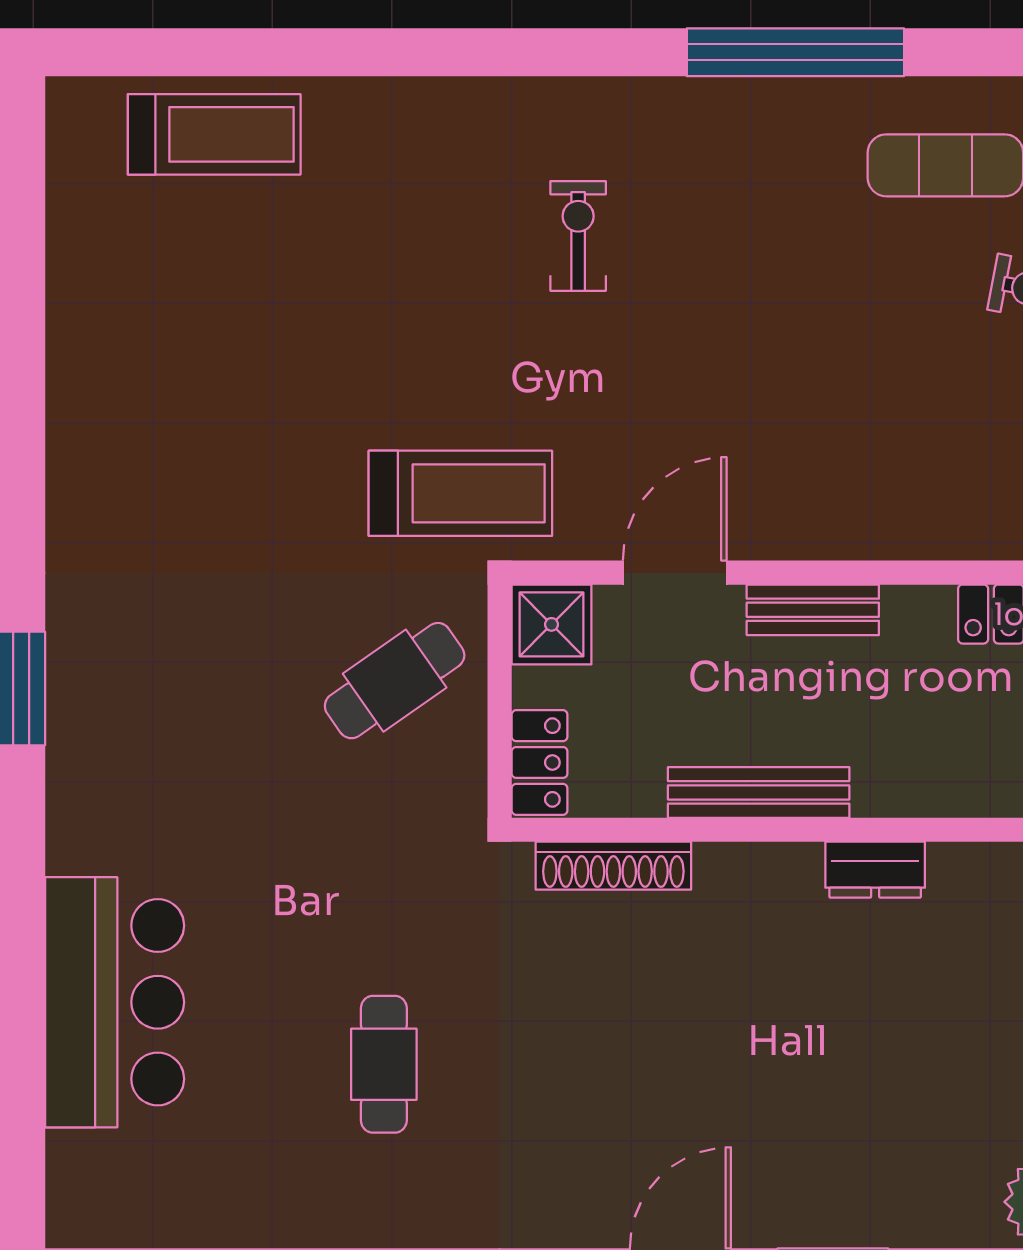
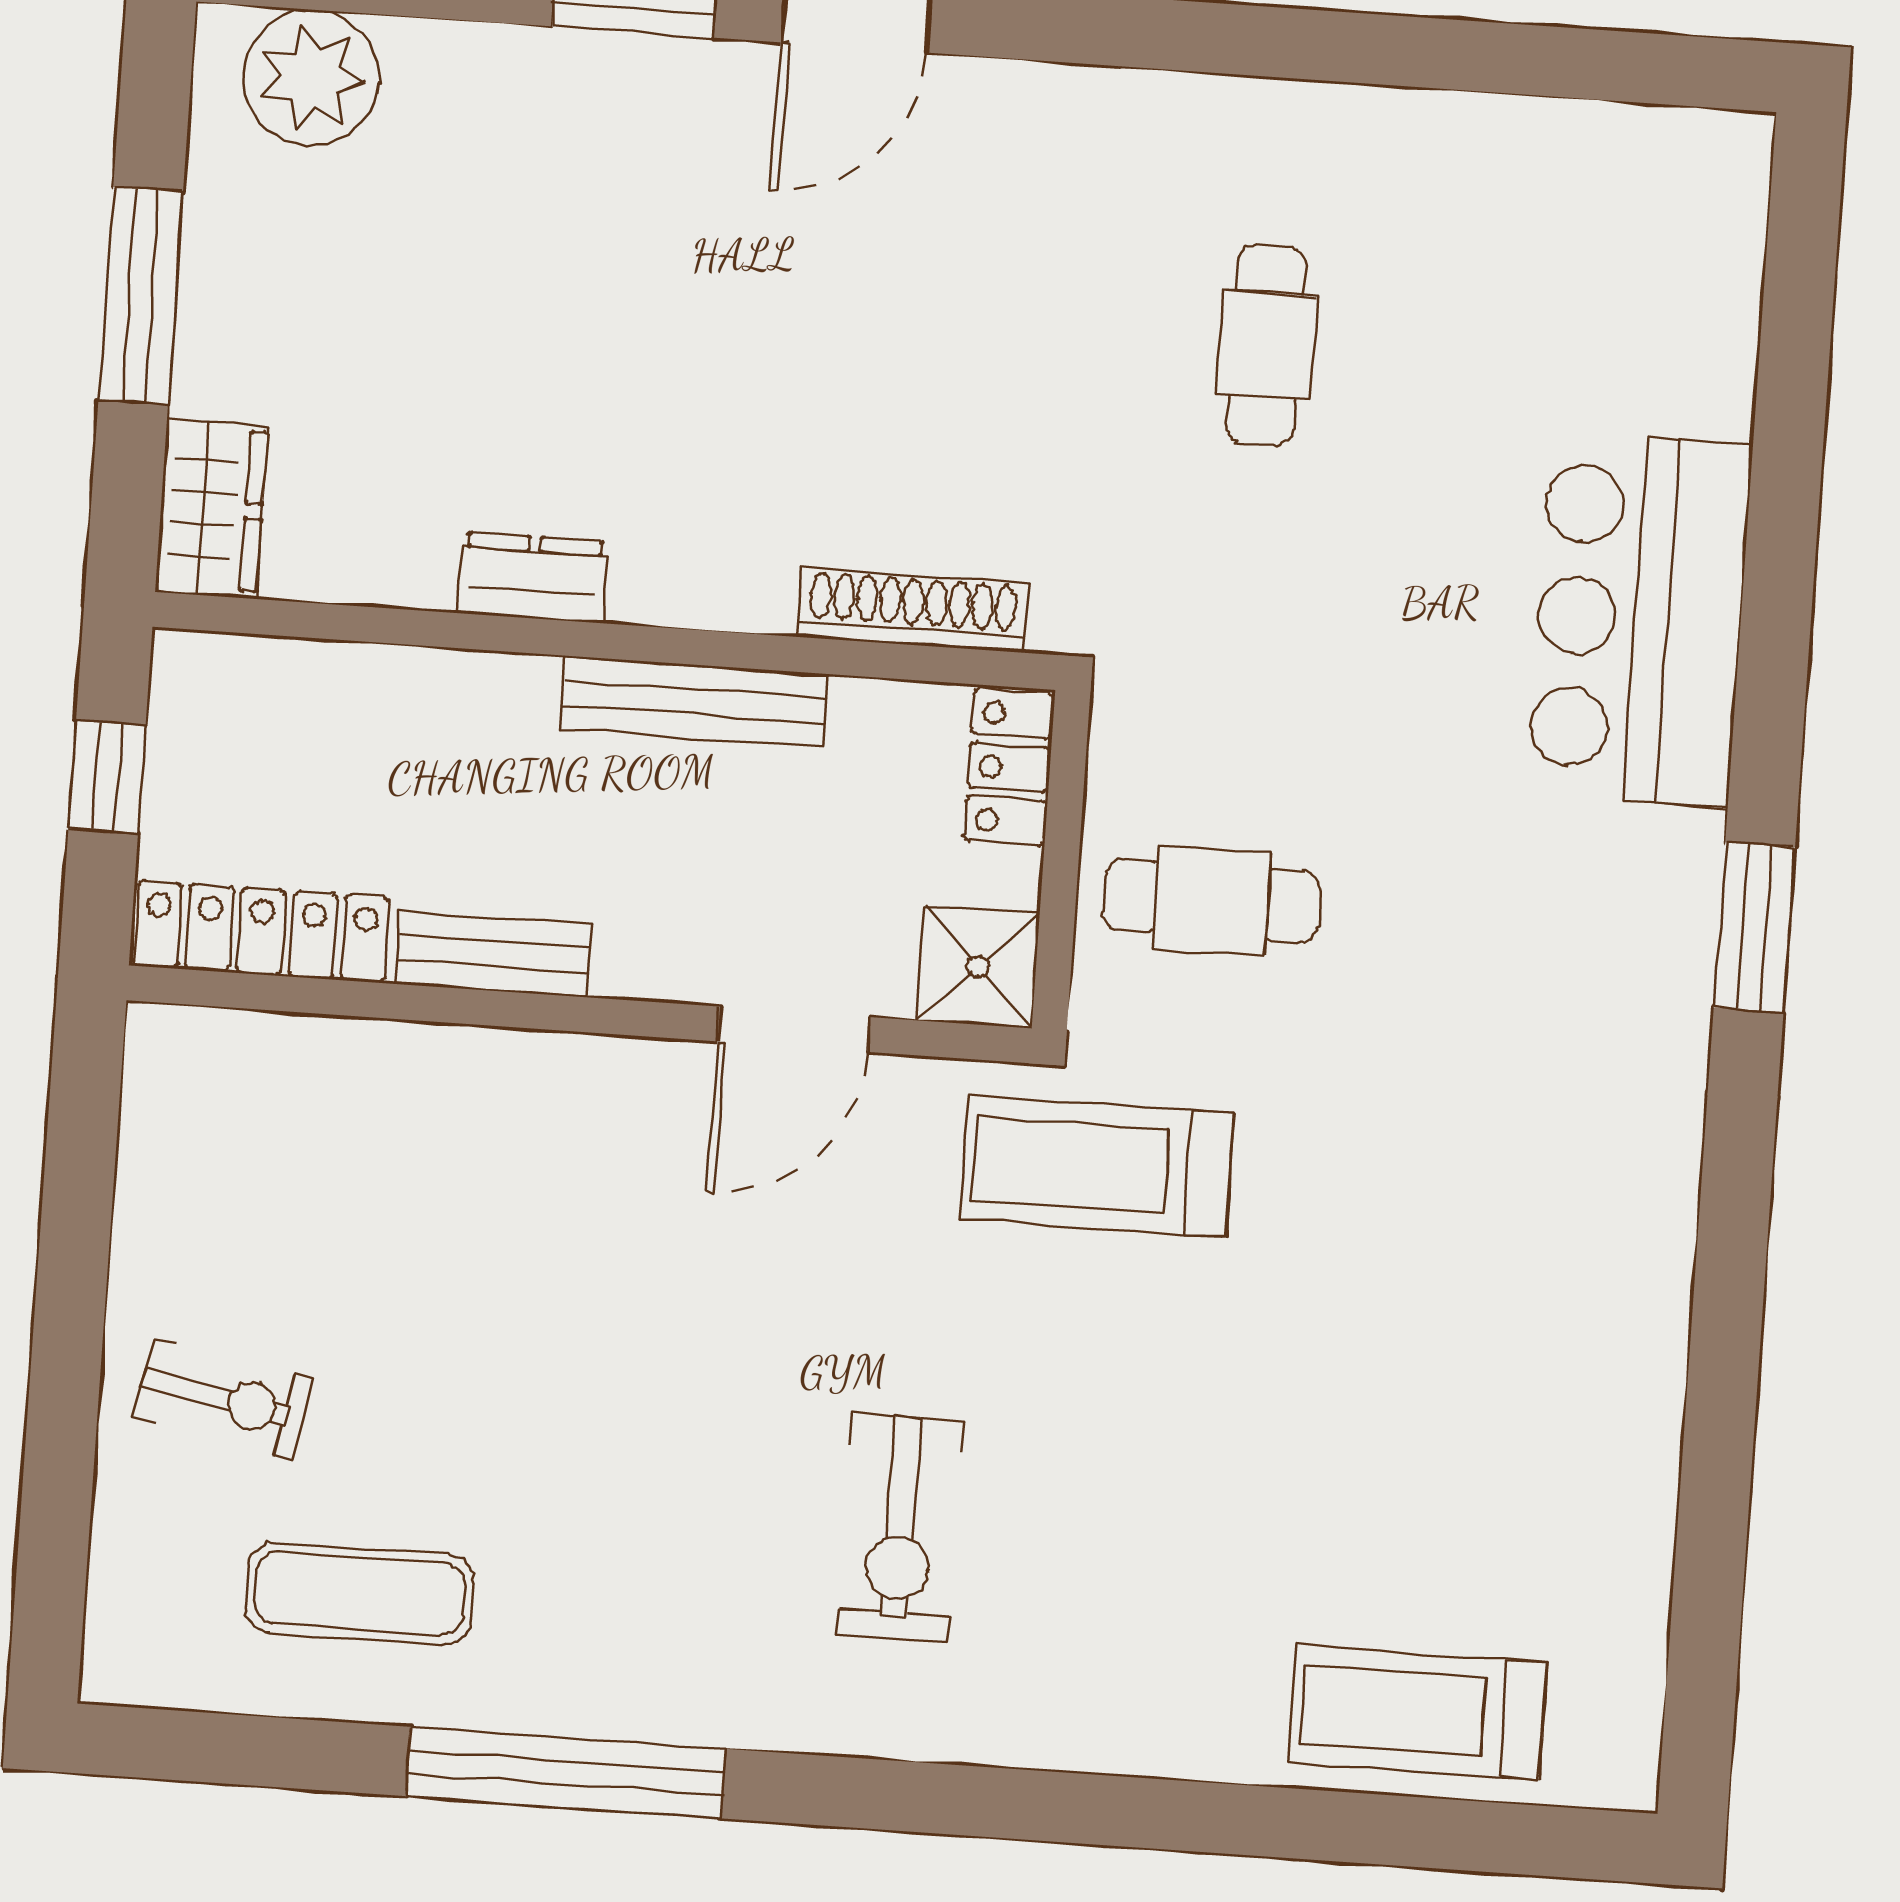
exercise bike: (578, 236) -> (900, 1528), width x1.38, depth x1.39
bench: (813, 610) -> (493, 954), moved
cafe table: (395, 681) -> (1211, 901), turned 35
bar counter: (115, 1002) -> (1640, 619), moved

